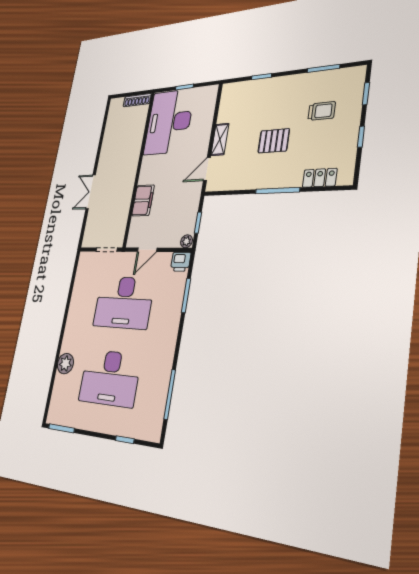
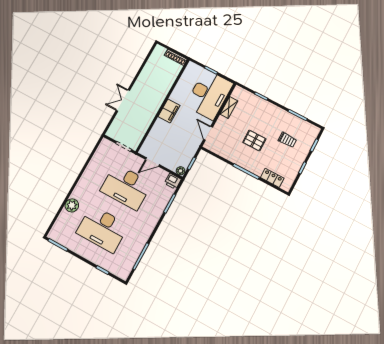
desk: (169, 122) -> (209, 95), moved, turned 180
shelving: (220, 139) -> (229, 107), moved
door: (207, 169) -> (208, 133), hinge flipped
filing cabinet: (143, 200) -> (169, 111), moved

